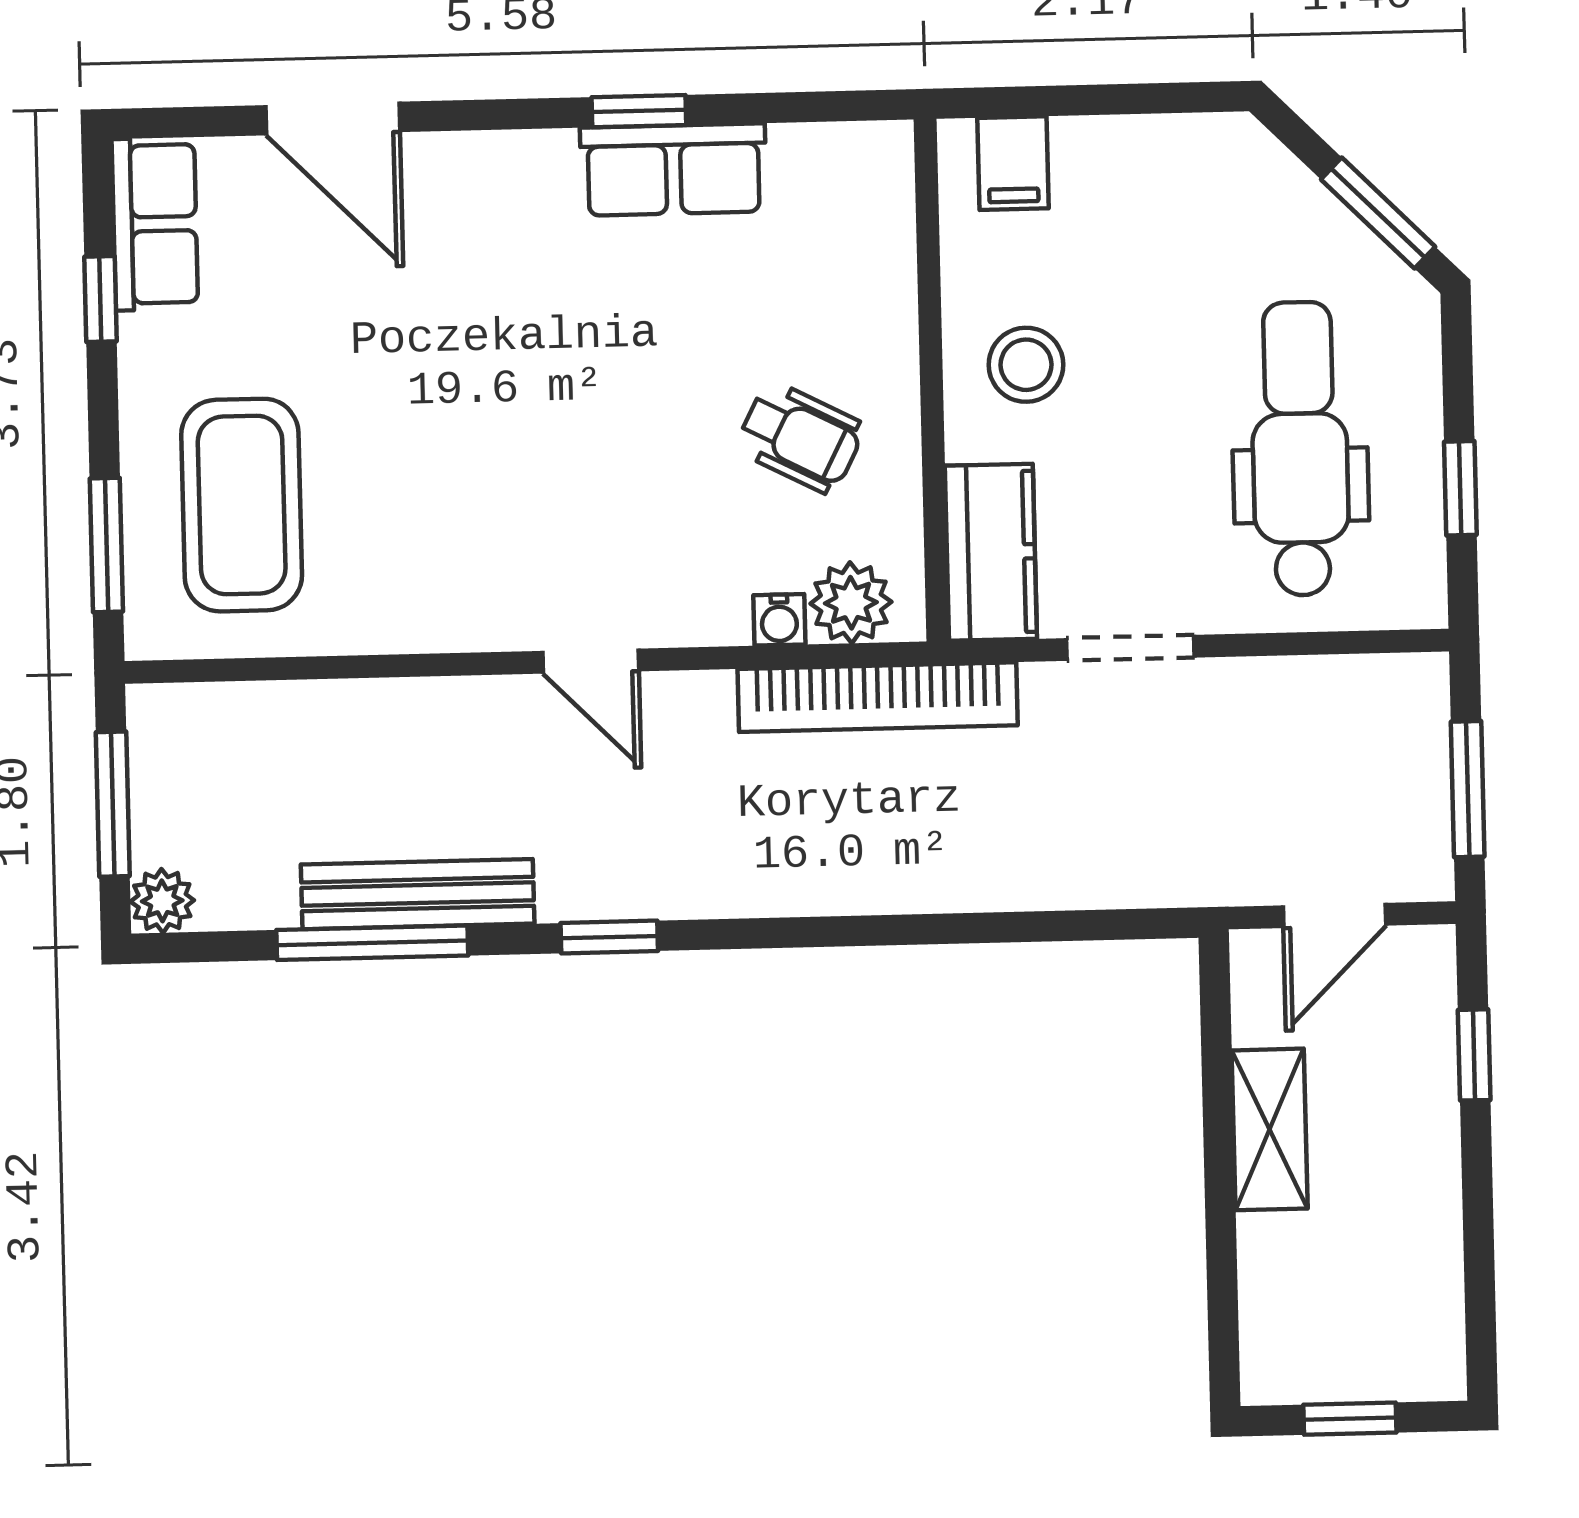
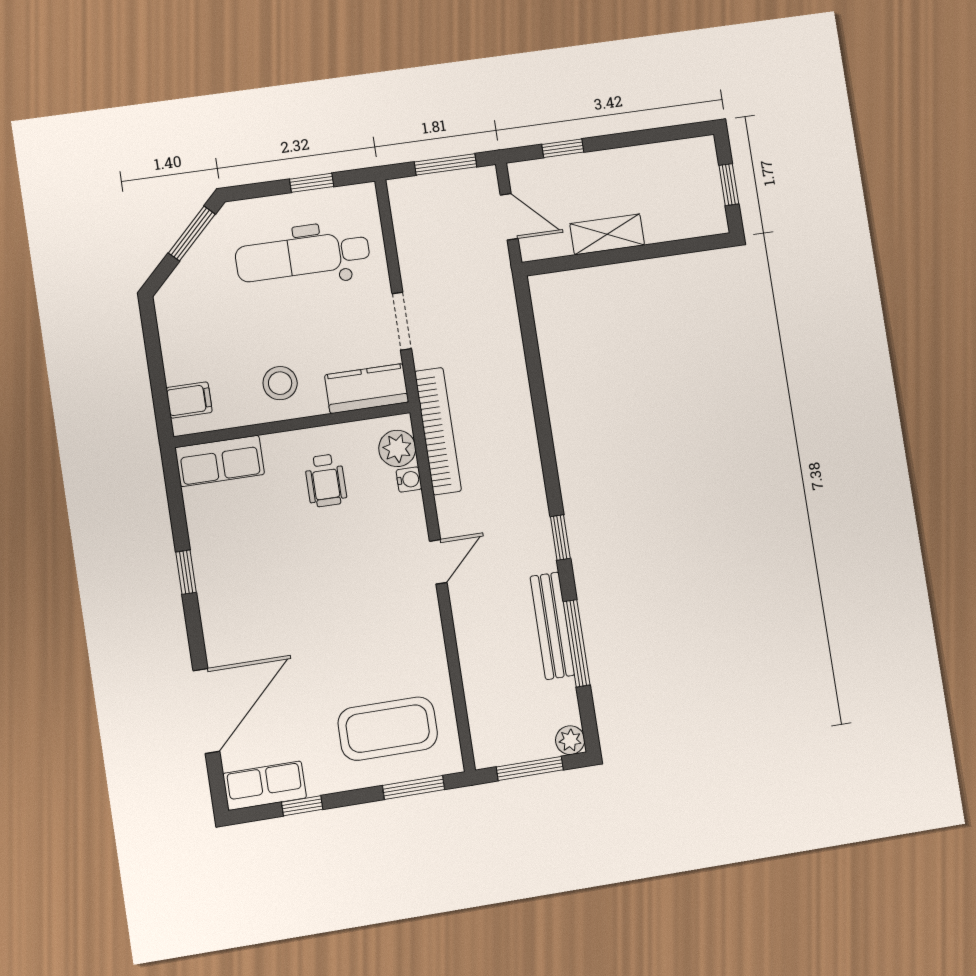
door: (333, 119) -> (206, 711), width x1.36
row of seats: (673, 170) -> (220, 461), moved, turned 90
wheelchair: (800, 437) -> (326, 480), turned 153

